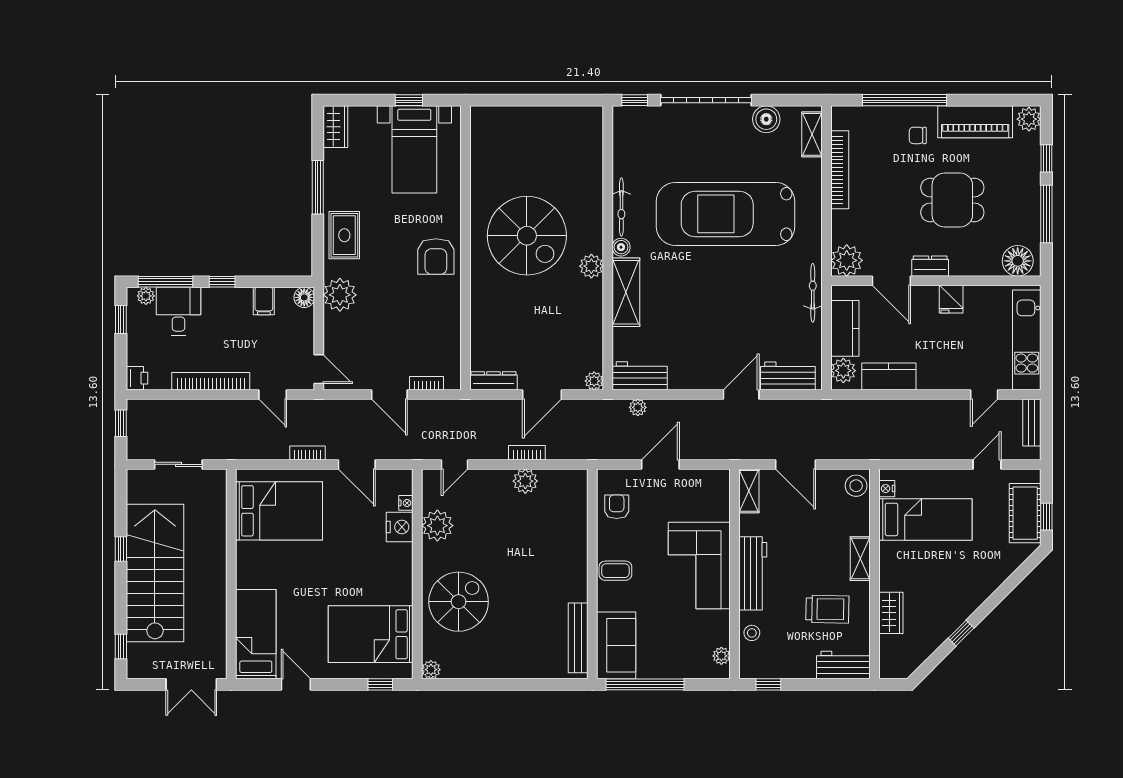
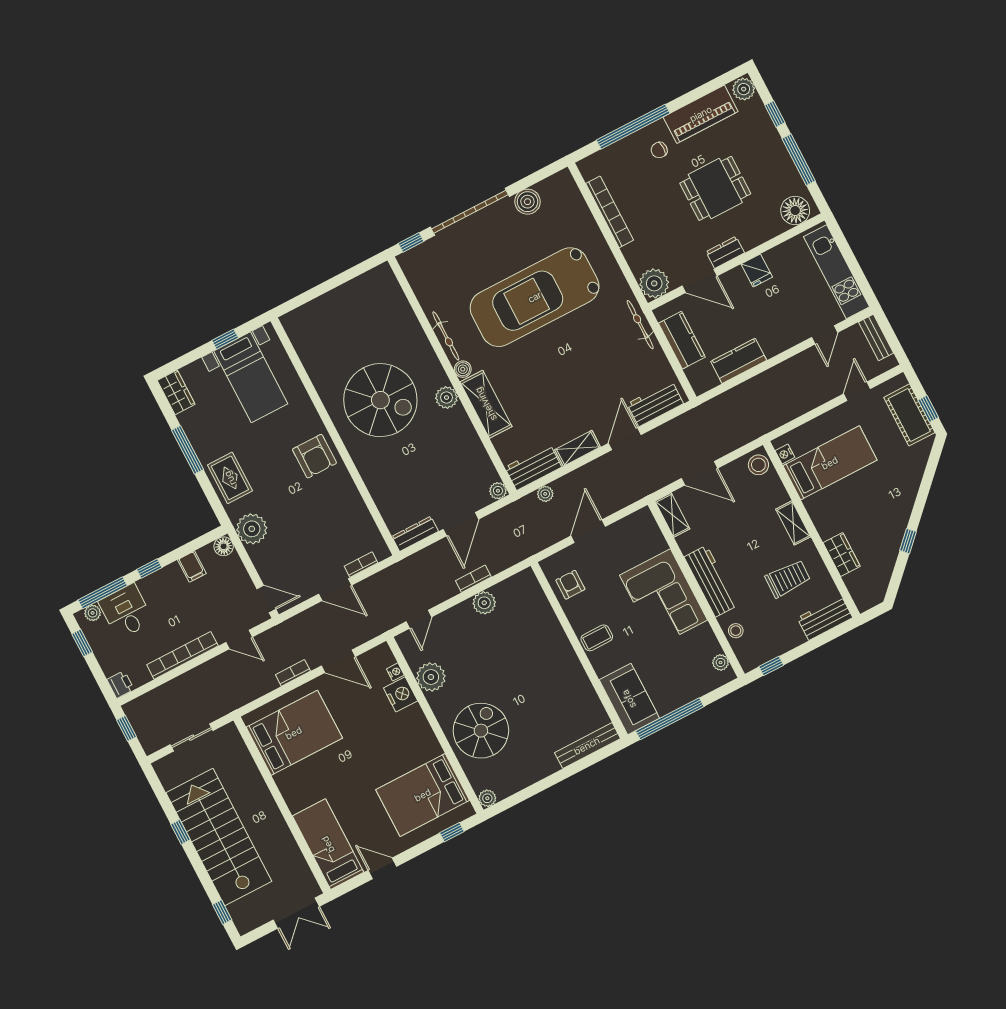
shelving: (812, 134) -> (578, 448), moved, turned 90
plant: (843, 371) -> (699, 376), removed
bench: (578, 638) -> (587, 746), moved, turned 90

